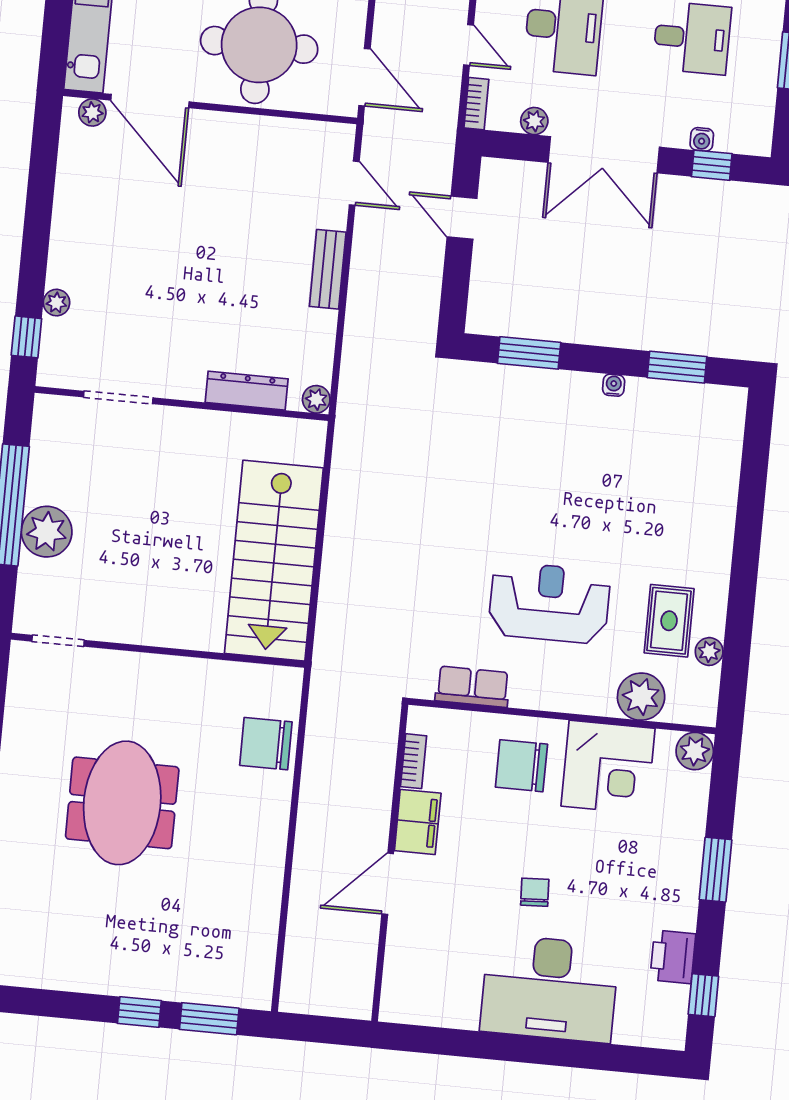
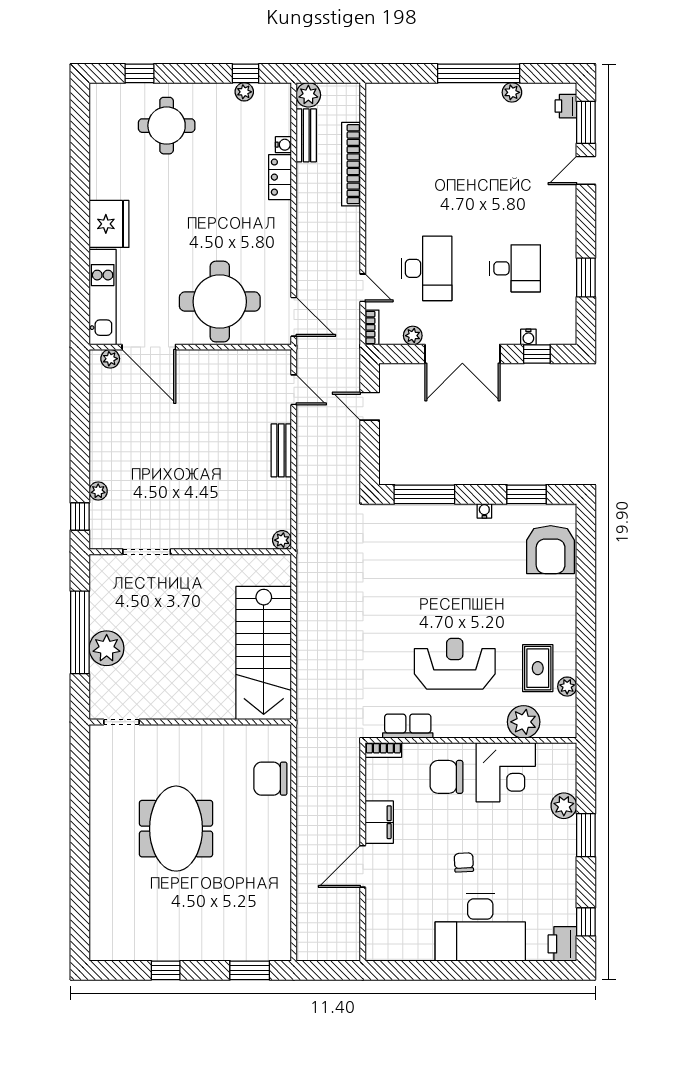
window: (529, 353) -> (424, 494), width x1.44
dresser: (247, 391) -> (234, 539), removed
armchair: (704, 451) -> (551, 550), added
plant: (695, 751) -> (564, 806), moved
bookcase: (414, 761) -> (383, 750), moved, turned 90
printer: (673, 957) -> (562, 944), moved
window: (139, 1012) -> (166, 970), moved

